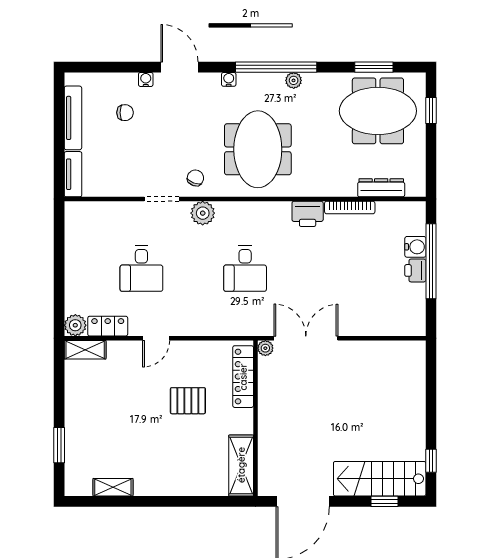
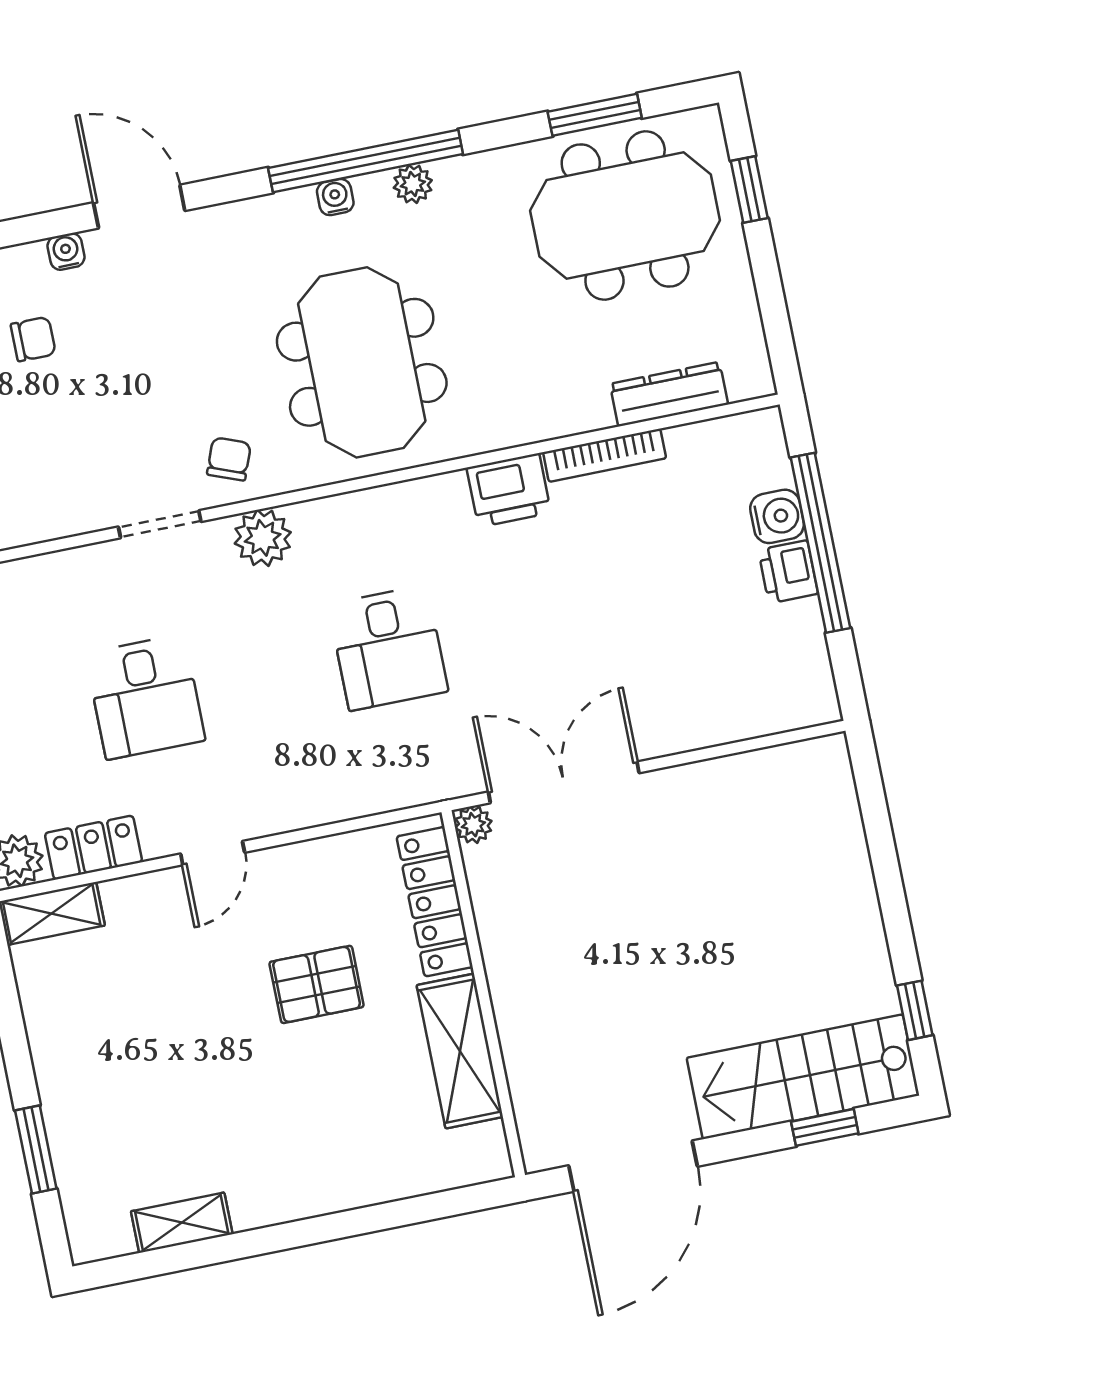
water cooler: (229, 79) -> (335, 197), moved
shelving: (241, 465) -> (460, 1051), moved

